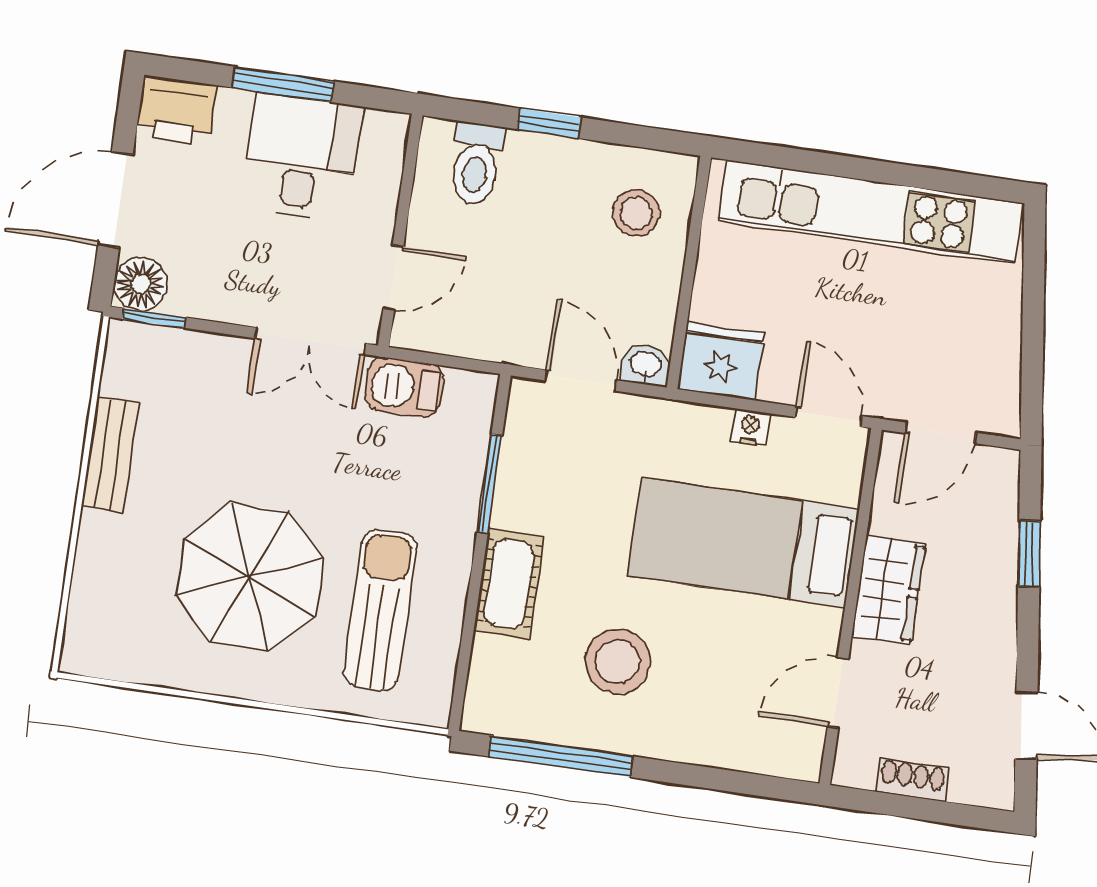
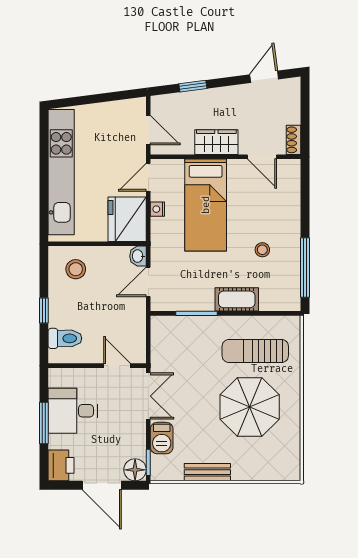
fridge: (721, 361) -> (127, 219), width x1.36, depth x1.34
barbecue: (404, 387) -> (162, 438), moved
stool: (617, 661) -> (262, 250), width x0.53, depth x0.53
shoe rack: (912, 780) -> (293, 140), moved

